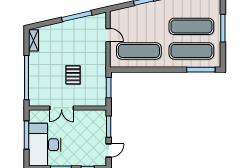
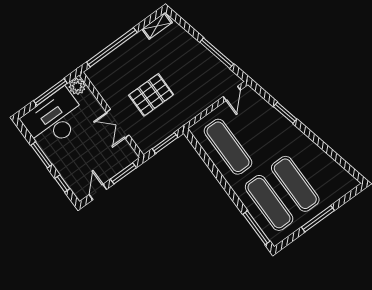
door: (108, 35) -> (232, 93), moved
pallet: (73, 75) -> (151, 95), width x1.50, depth x1.42
double door: (62, 108) -> (118, 124), moved
plant: (35, 116) -> (77, 86), added
door: (109, 150) -> (98, 192), swing flipped

